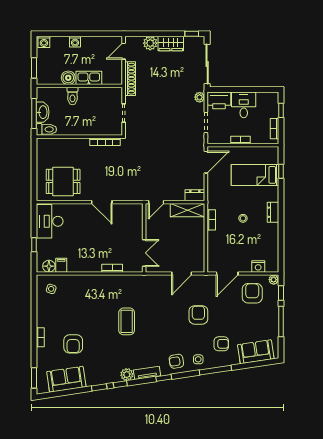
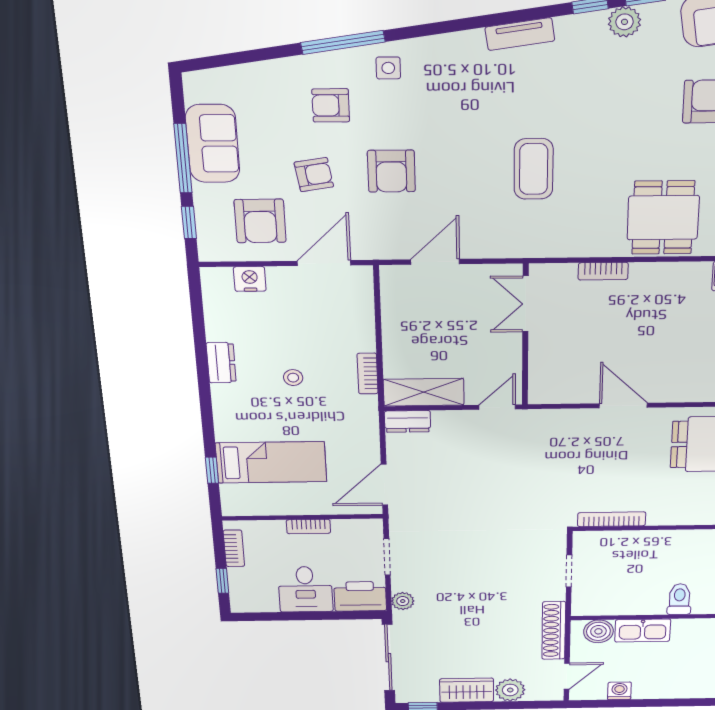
washing machine: (75, 42) -> (619, 691), moved
boiler: (68, 78) -> (598, 631), moved
dresser: (273, 212) -> (221, 363), moved
plant: (274, 280) -> (210, 251), removed
dining table: (88, 293) -> (663, 218), added
coffee table: (127, 321) -> (534, 169), moved
sofa: (256, 352) -> (213, 144), moved, turned -82
armchair: (176, 361) -> (314, 175), moved
plant: (127, 375) -> (625, 22), moved
window: (164, 378) -> (476, 22), removed

